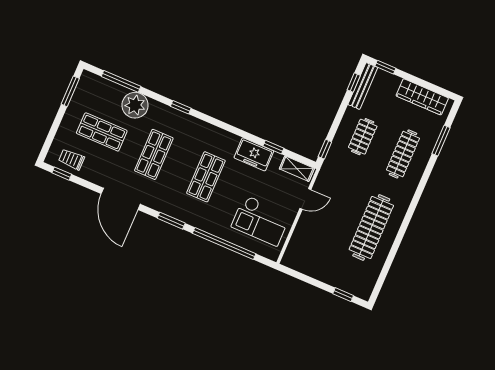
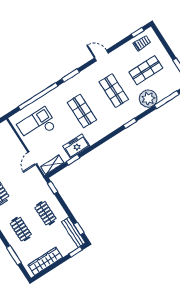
clothes rail: (403, 154) -> (21, 229), width x0.73
door: (121, 199) -> (102, 56), width x0.53

